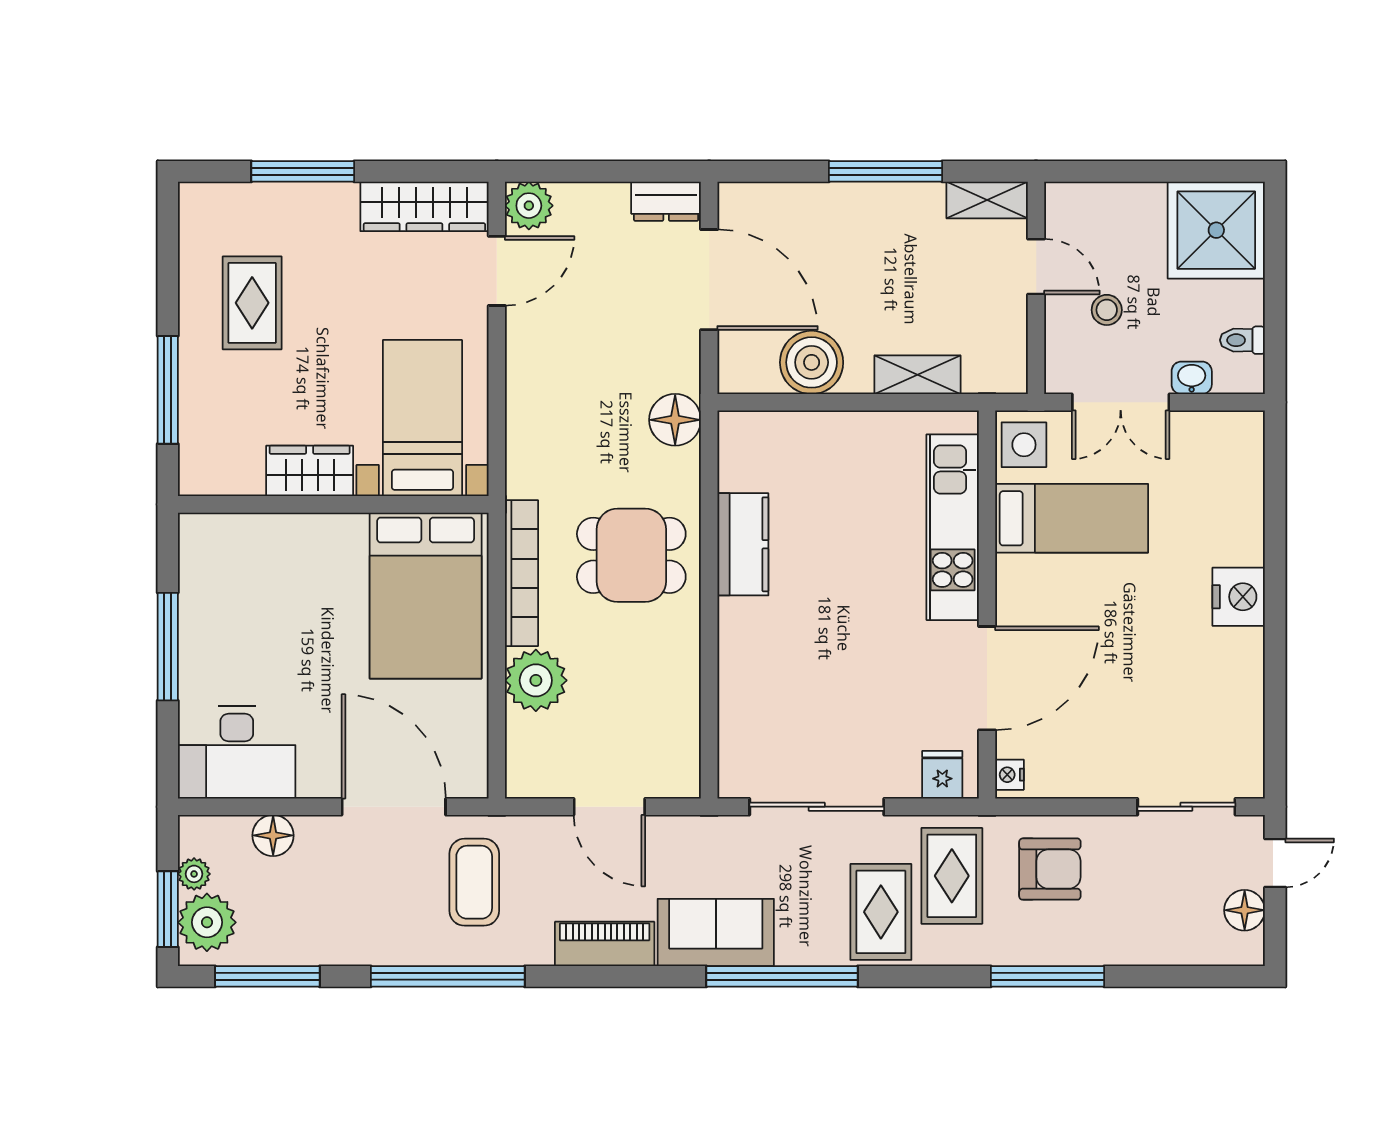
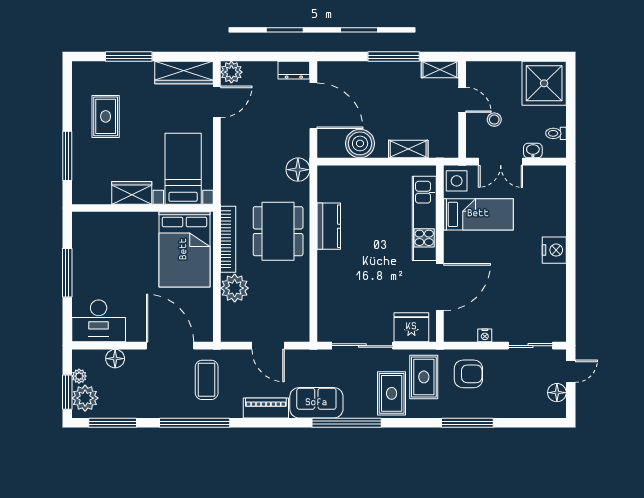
dining table: (631, 555) -> (278, 231), width x1.37
fridge: (942, 775) -> (411, 327), width x1.88, depth x1.34
nightstand: (1009, 775) -> (485, 335), moved, turned -90

